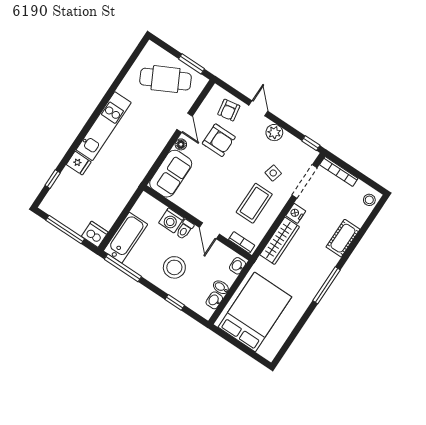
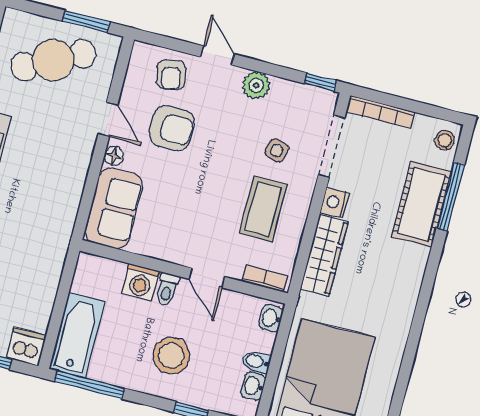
cot: (343, 238) -> (421, 204), width x1.37, depth x1.34
window: (326, 285) -> (450, 197), moved

